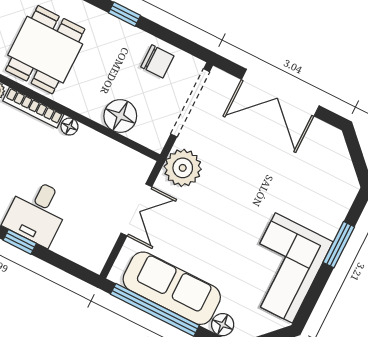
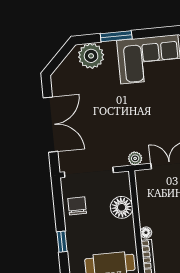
plant: (183, 168) -> (135, 158), width x0.53, depth x0.53
plant: (334, 198) -> (91, 56), added

